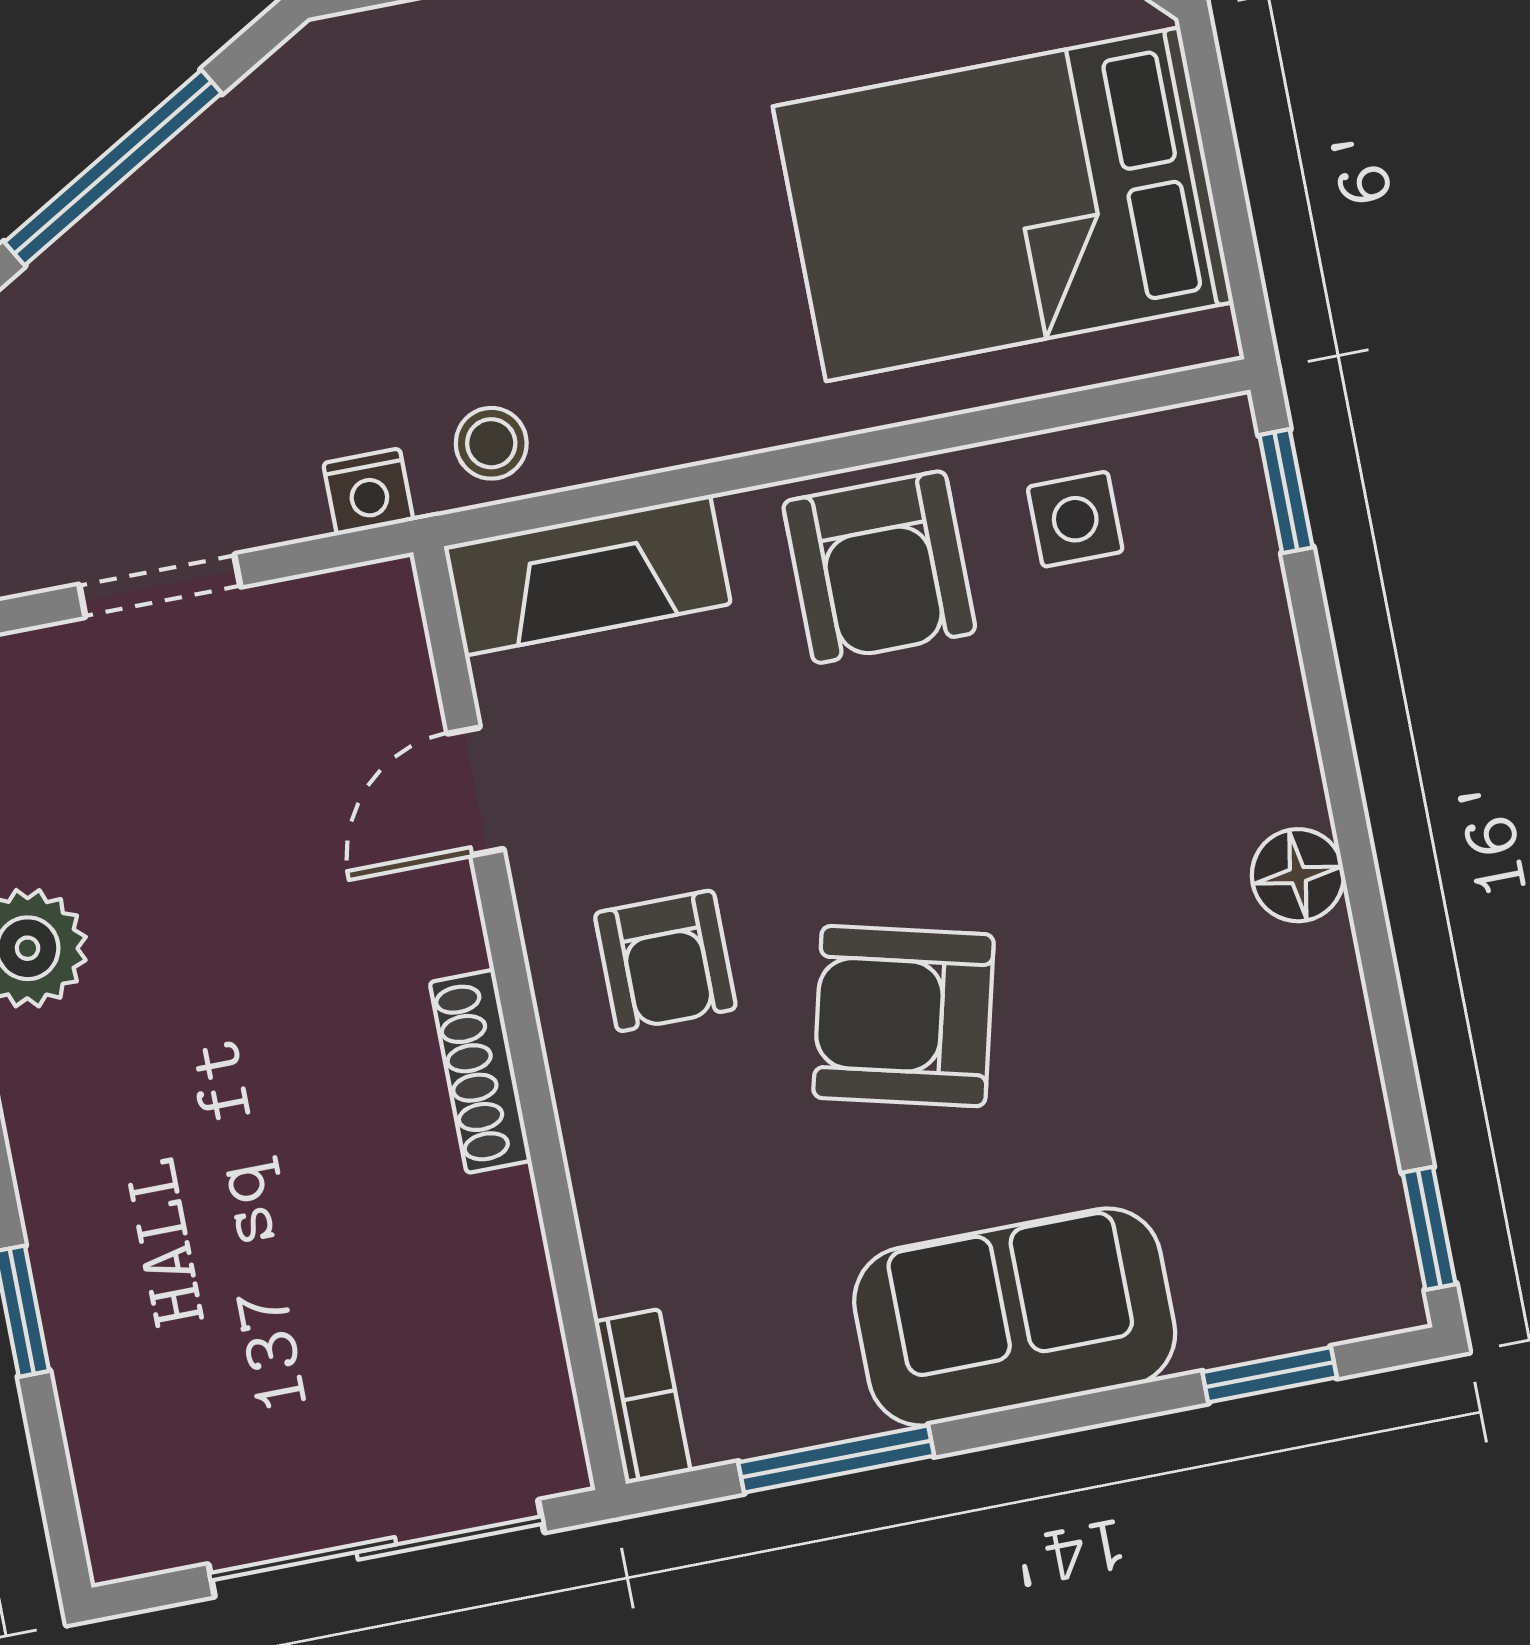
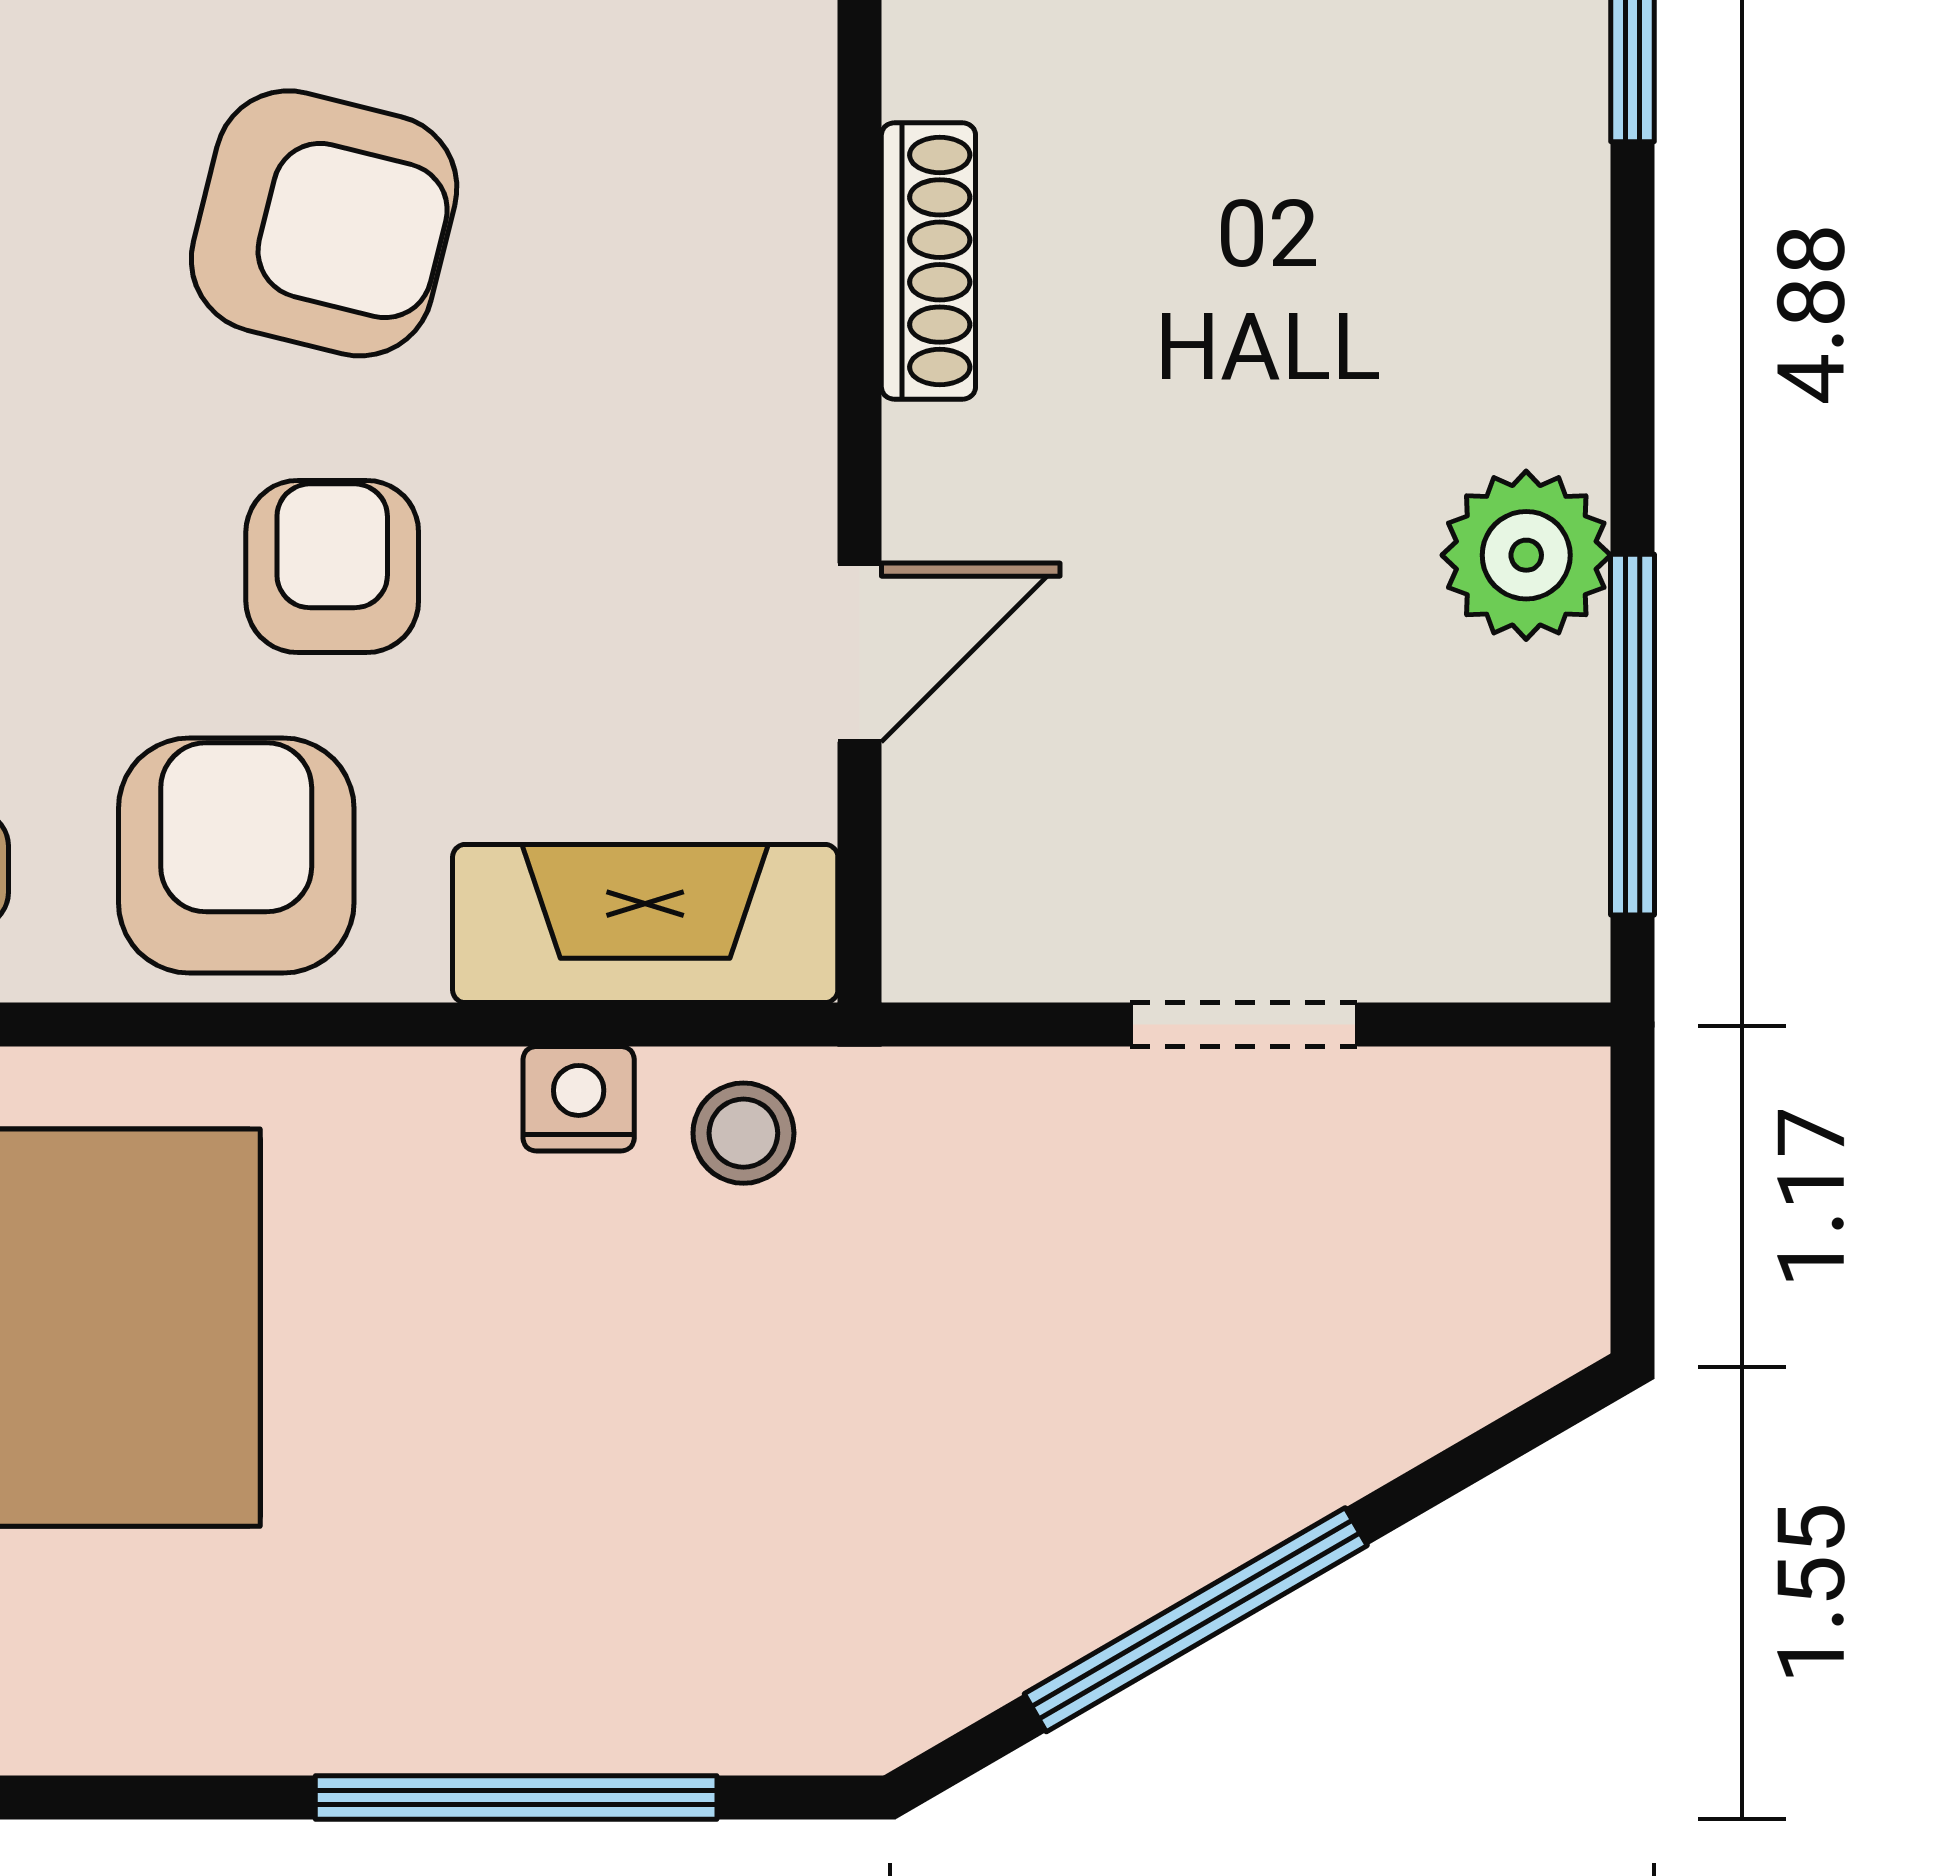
nightstand: (368, 492) -> (579, 1099), moved
armchair: (665, 961) -> (332, 567), moved

